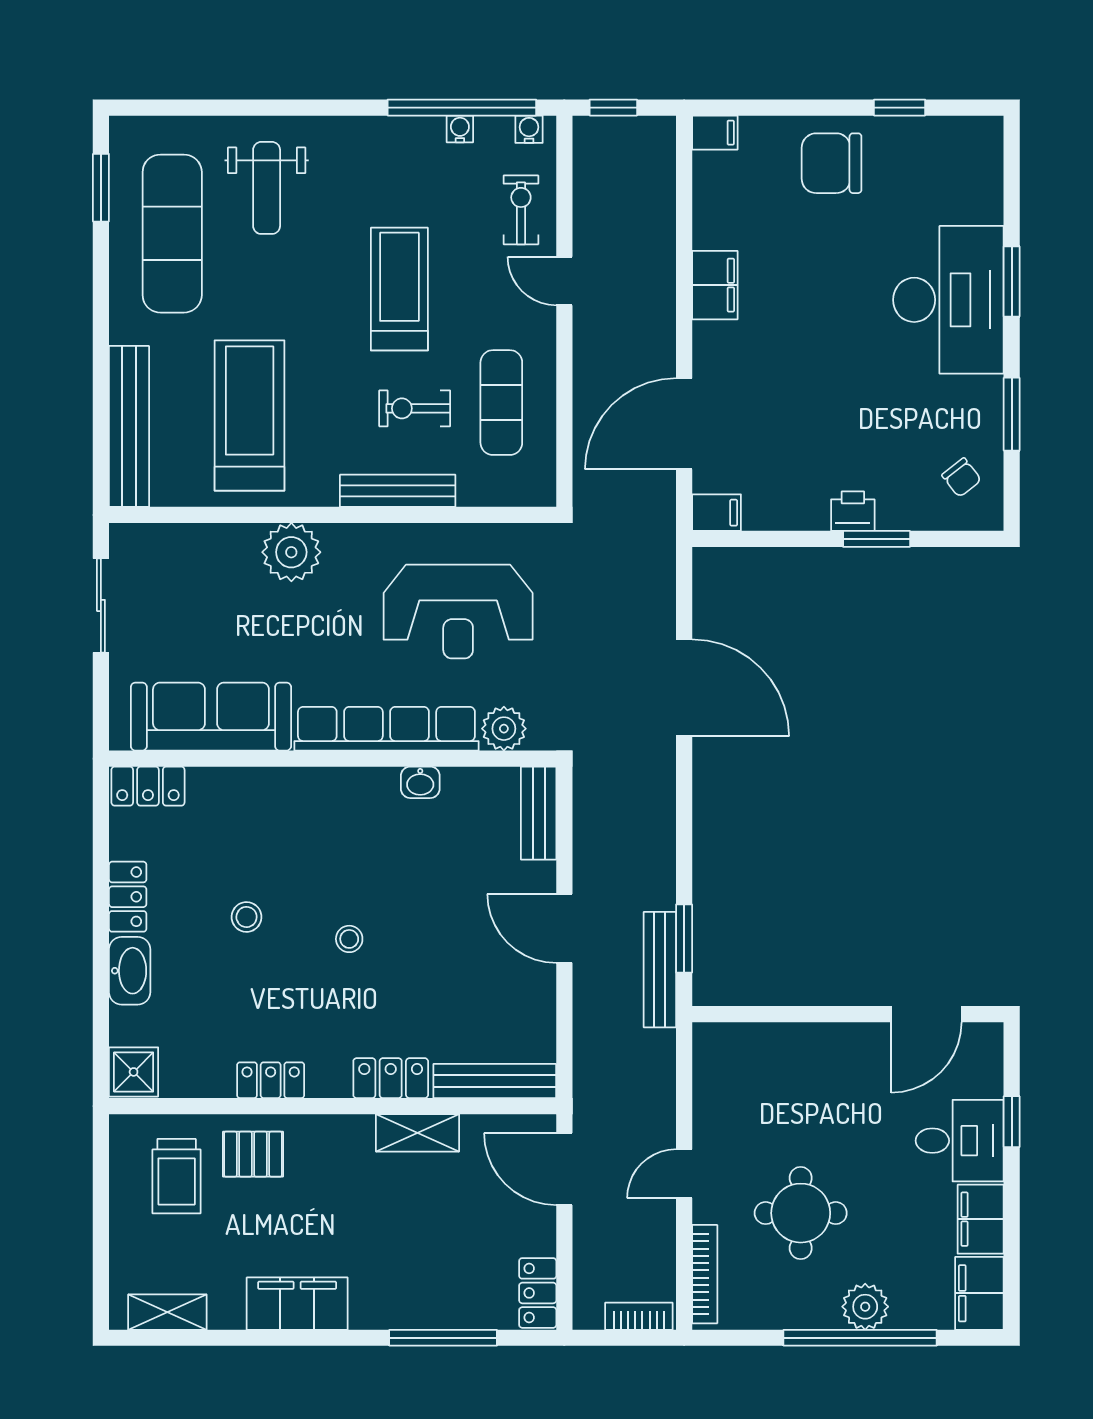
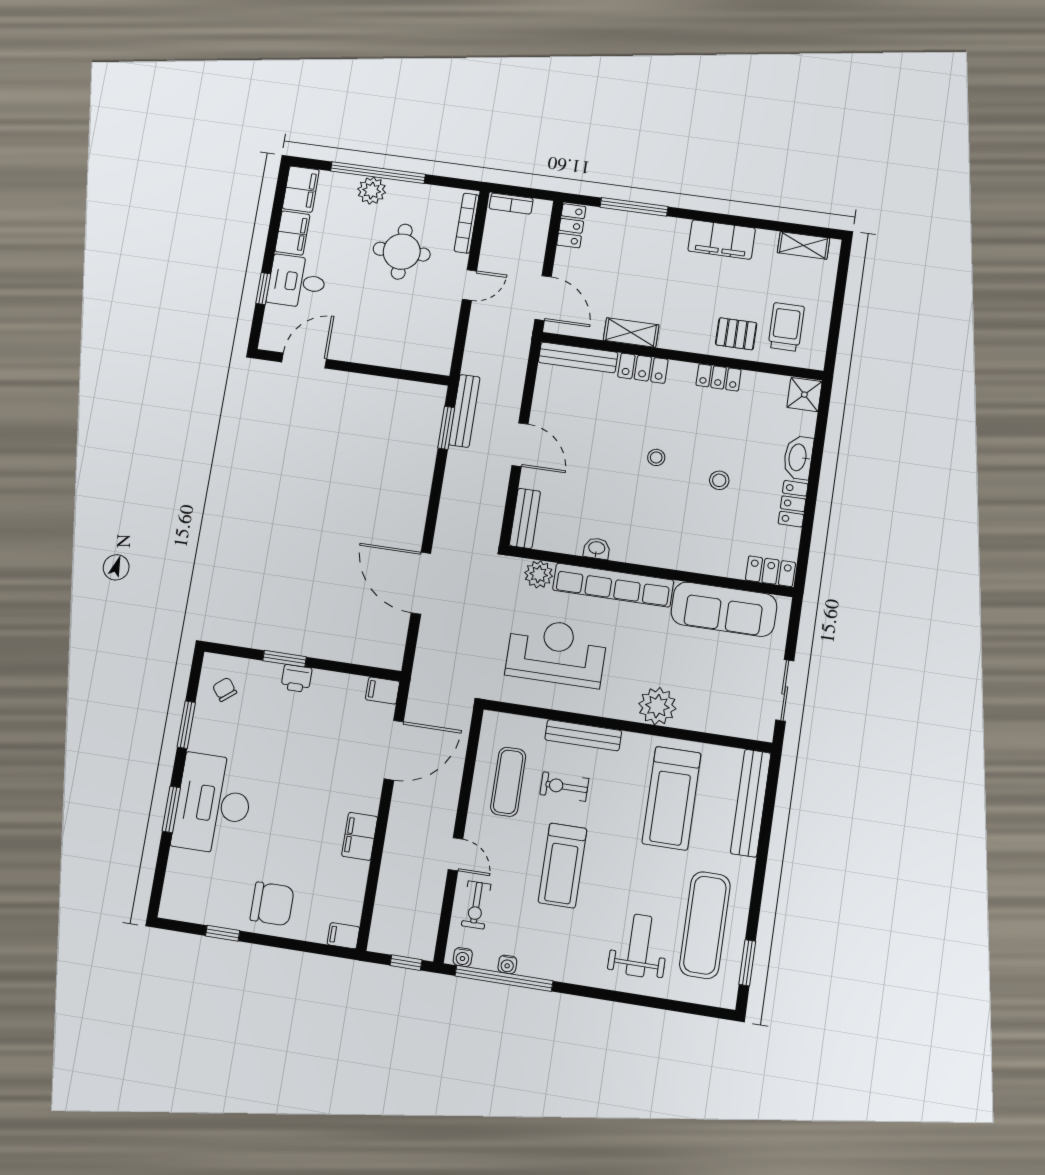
exercise bike: (415, 408) -> (564, 787), turned 180

